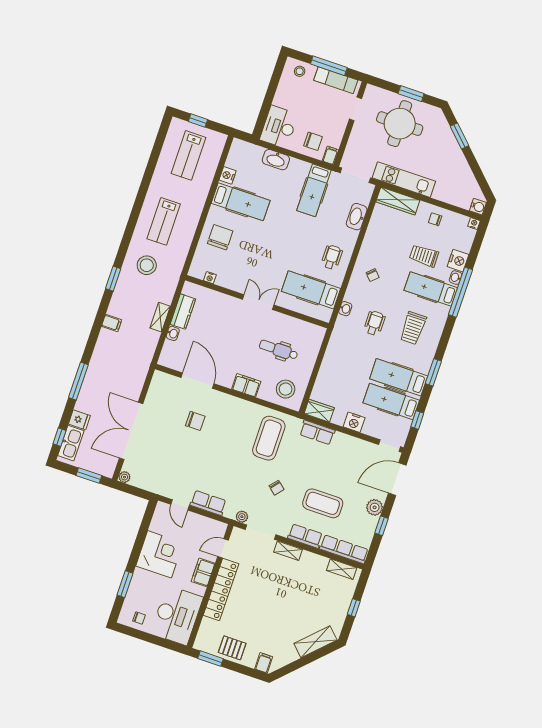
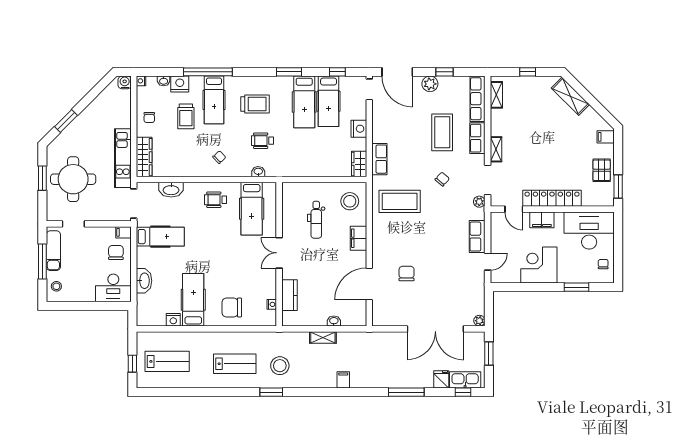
washbasin: (456, 278) -> (164, 81), moved
window: (113, 279) -> (271, 392), moved
kitchen counter: (183, 312) -> (289, 295), moved, turned 90

